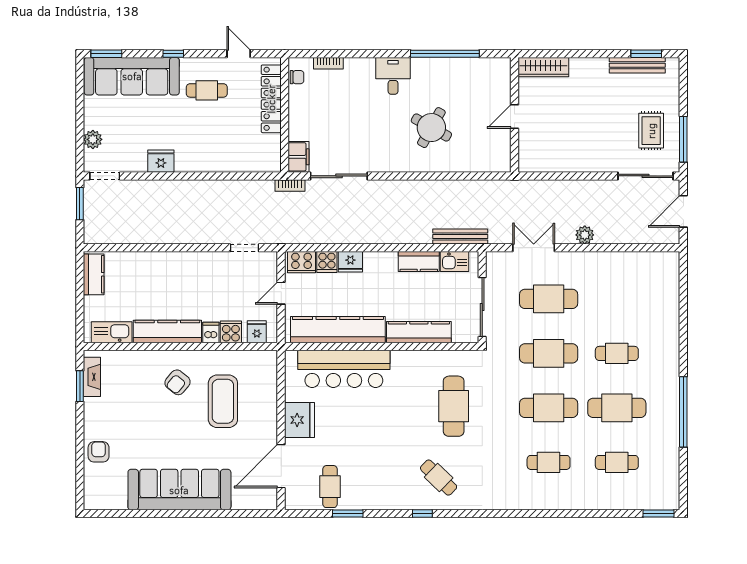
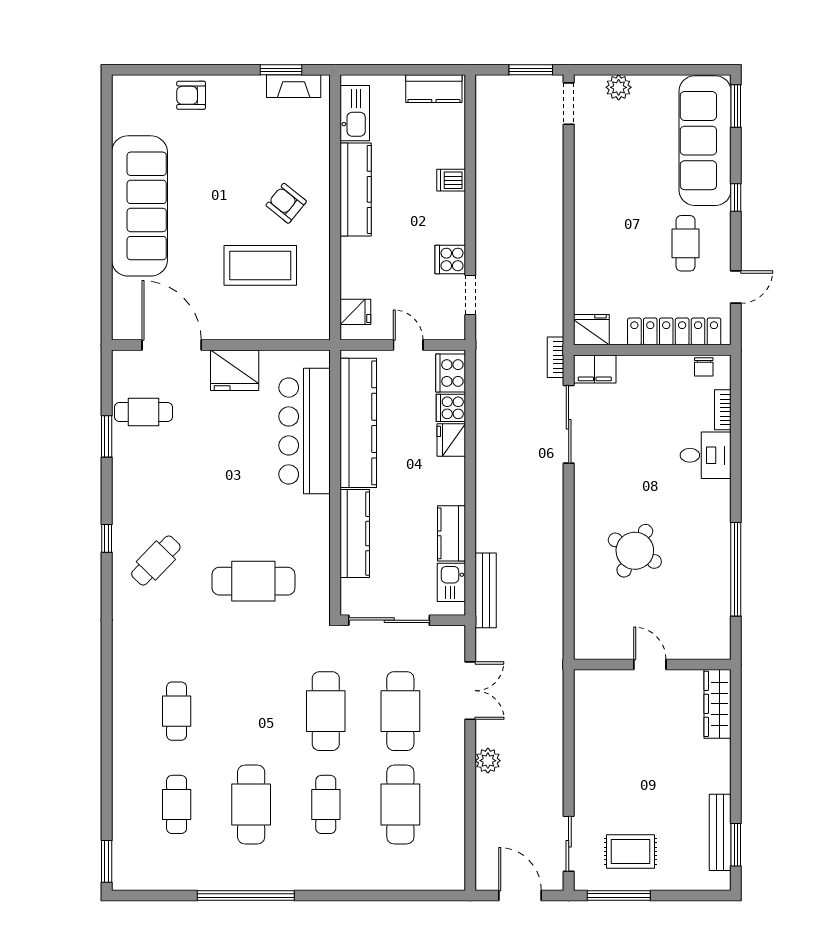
desk: (393, 76) -> (706, 455), moved
fridge: (161, 161) -> (591, 330), moved, turned -90
sliding door: (645, 176) -> (569, 844), width x0.73
cooker: (231, 332) -> (450, 259), moved, turned 180
dishwasher: (211, 333) -> (451, 180), moved, turned 180
cafe table: (549, 408) -> (400, 804), moved
armchair: (99, 452) -> (191, 95), turned 180

